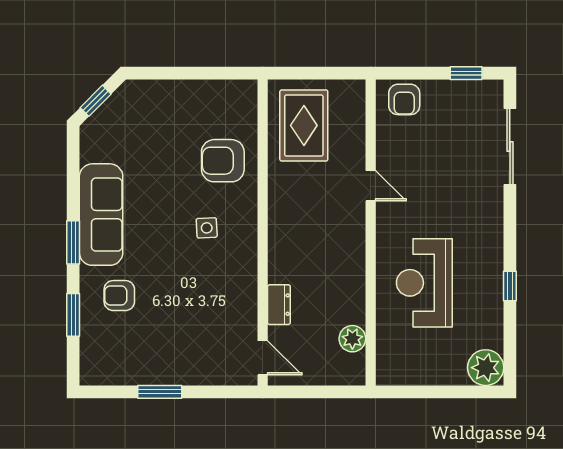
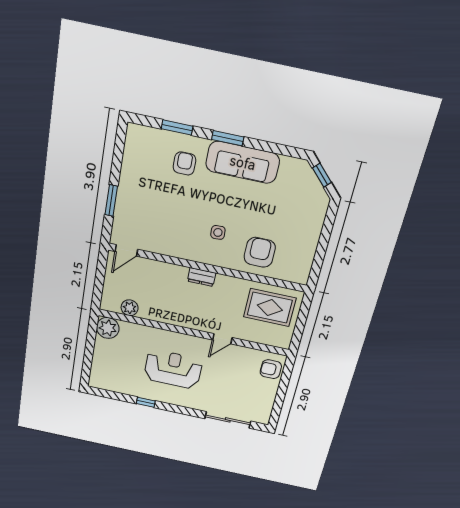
window: (466, 73) -> (277, 406), removed
reception desk: (424, 283) -> (173, 369), moved
dresser: (279, 305) -> (202, 277), moved
plant: (486, 368) -> (108, 328), moved
window: (160, 392) -> (111, 201), moved

